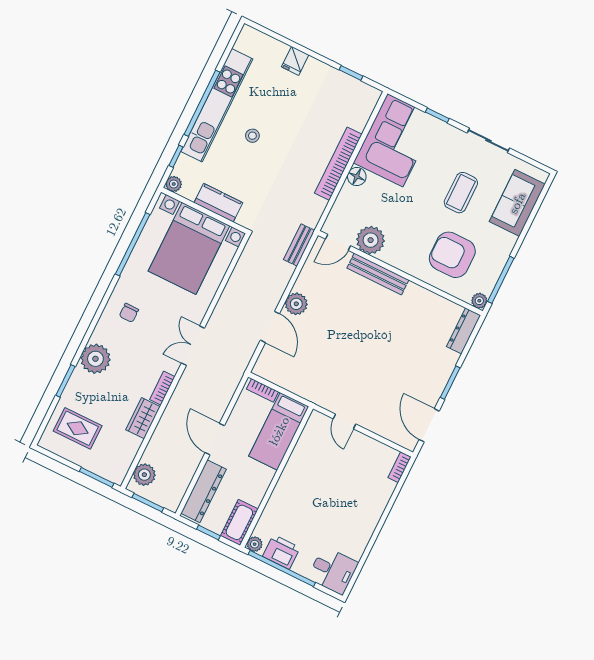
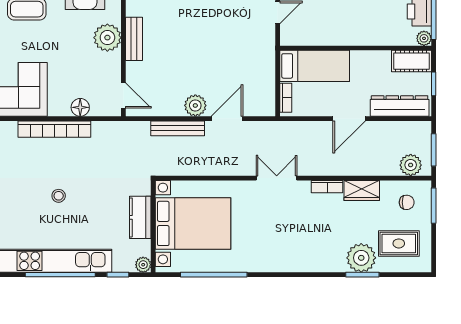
stool: (252, 136) -> (59, 196), moved
floor lamp: (357, 177) -> (80, 107), moved
plant: (371, 240) -> (107, 38), moved
bench: (299, 245) -> (178, 128), moved, width x1.36
bench: (378, 274) -> (134, 39), width x0.73
chair: (129, 313) -> (407, 202), moved
double door: (193, 346) -> (277, 178), swing flipped
plant: (95, 359) -> (361, 258), moved
rug: (78, 428) -> (399, 243), turned 90

